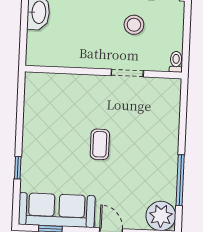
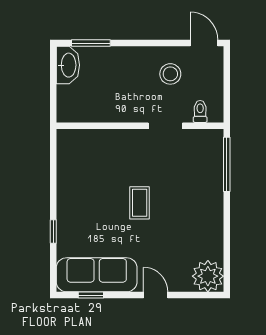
toilet: (176, 62) -> (200, 111), moved
window: (180, 180) -> (227, 164), moved

